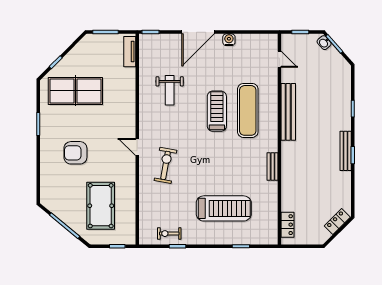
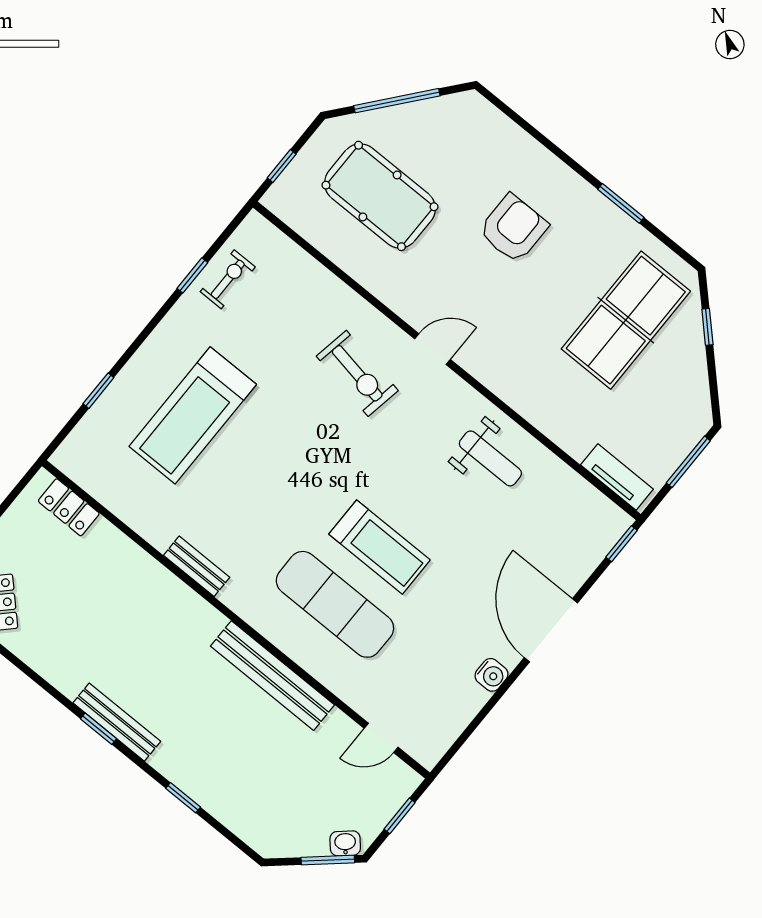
weight bench: (170, 90) -> (490, 458), moved, turned 180

